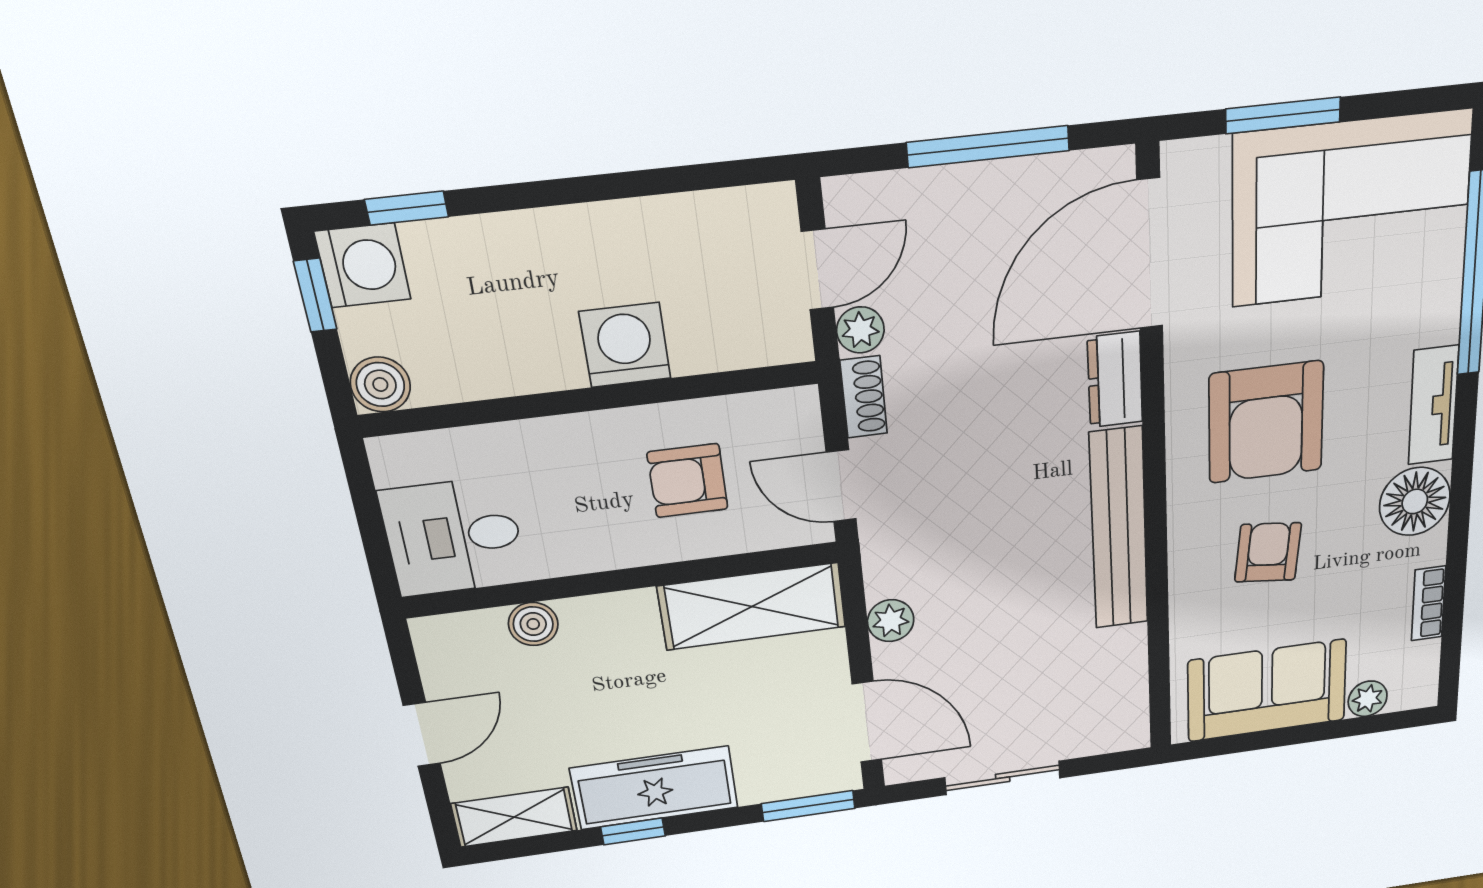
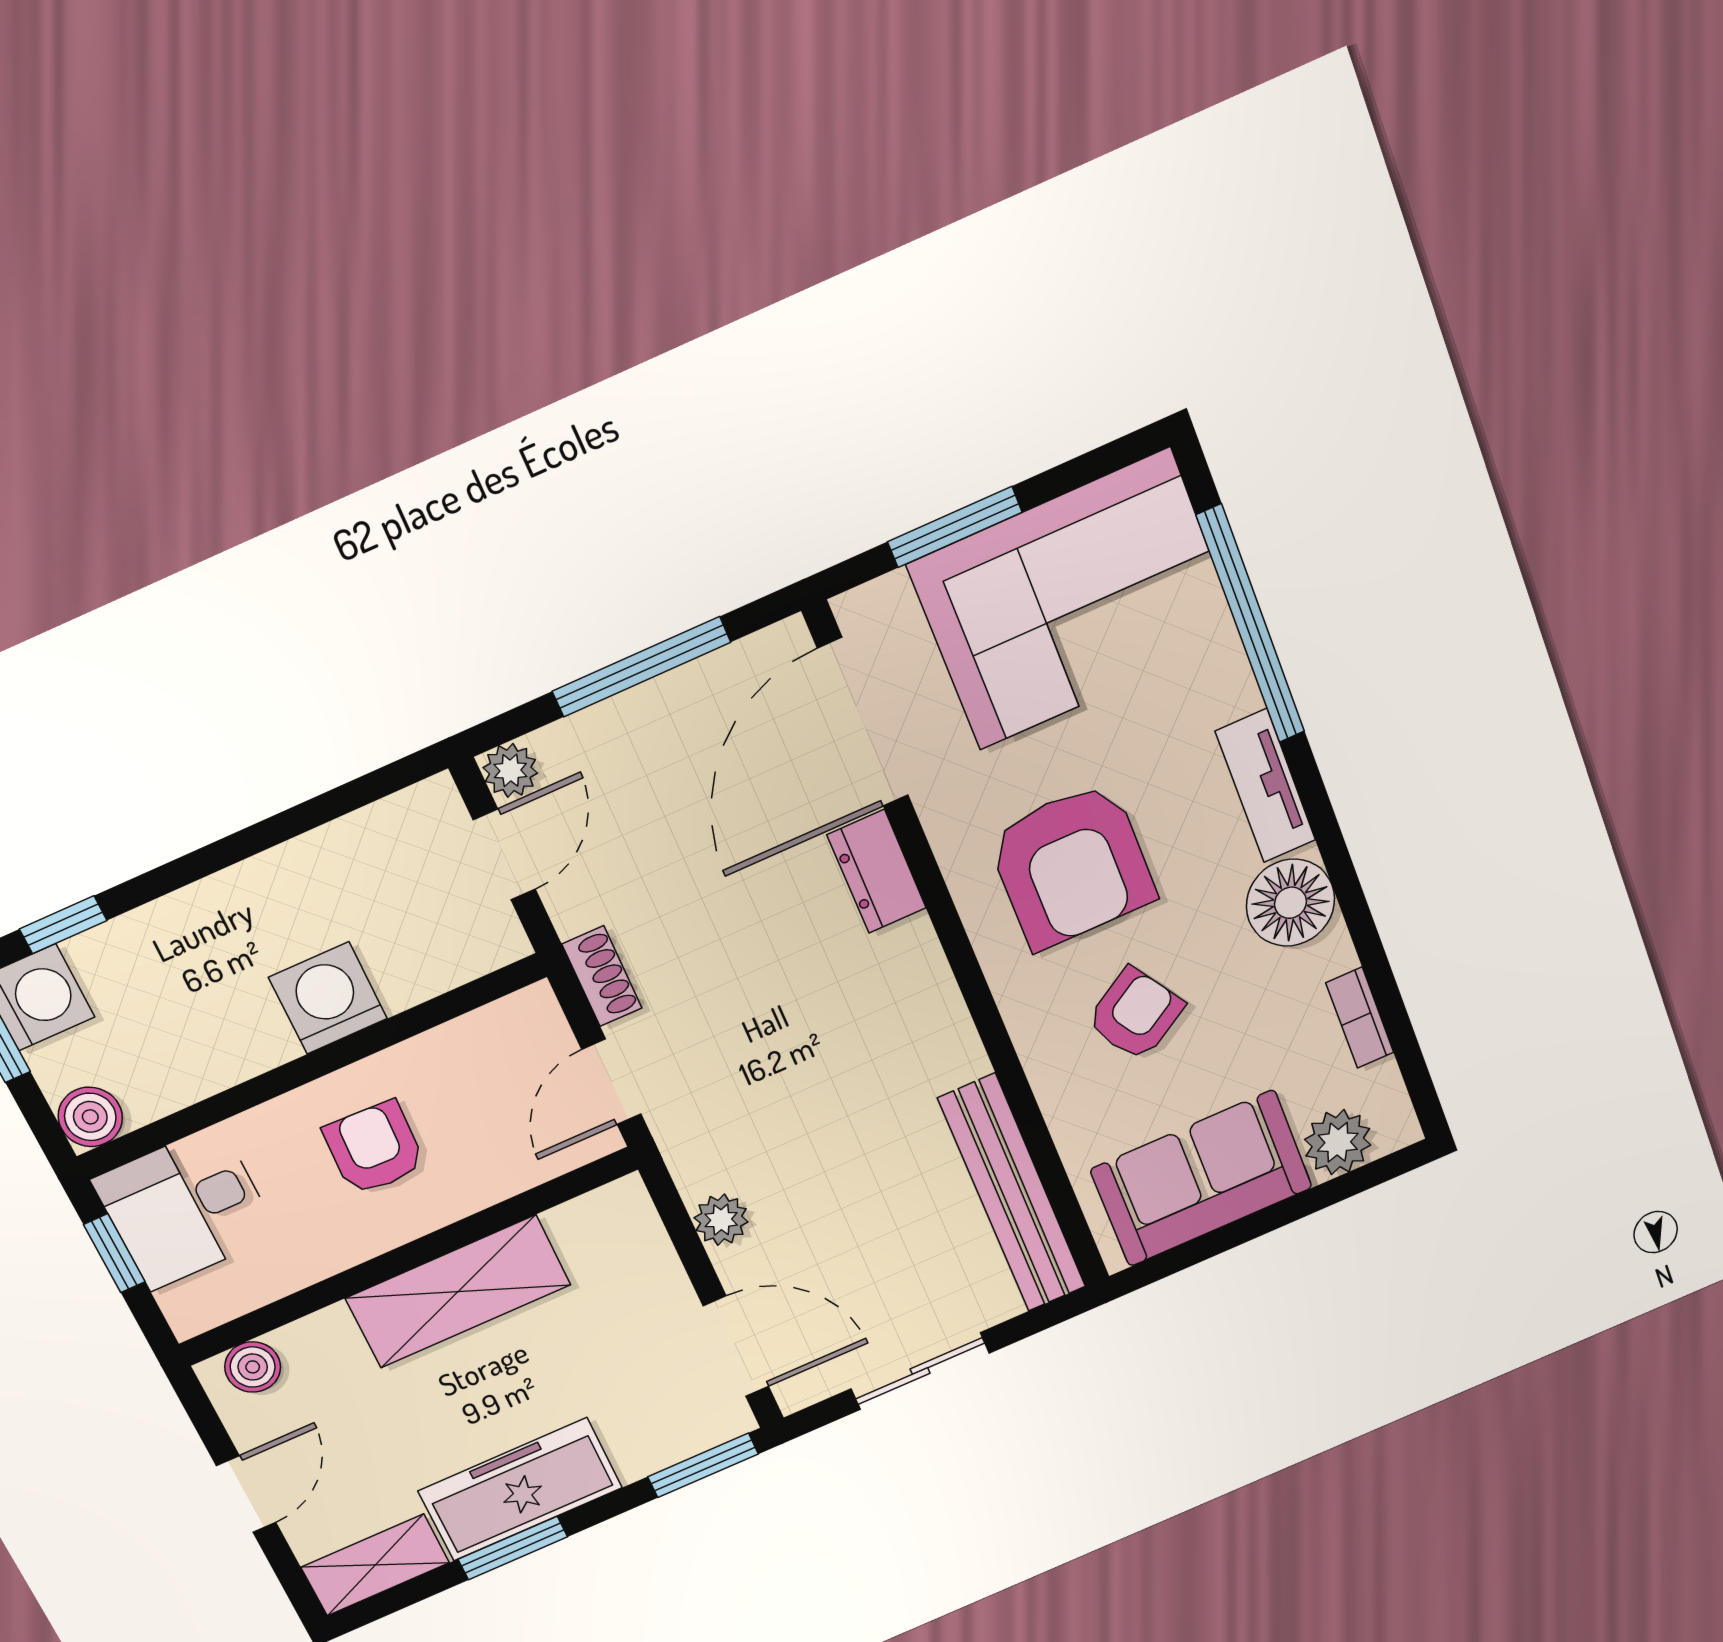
plant: (860, 330) -> (510, 770), moved
armchair: (688, 481) -> (374, 1148), moved, turned 92
door: (841, 486) -> (611, 1082), hinge flipped
window: (367, 507) -> (114, 1253), added
bench: (1119, 529) -> (1012, 1193), moved
desk: (453, 537) -> (185, 1207), moved
armchair: (1268, 552) -> (1135, 1014), turned 52
shelving: (752, 606) -> (458, 1292), moved
boiler: (533, 624) -> (253, 1367), moved
plant: (1368, 699) -> (1338, 1142), width x1.38, depth x1.38
window: (633, 831) -> (513, 1548), width x1.50

